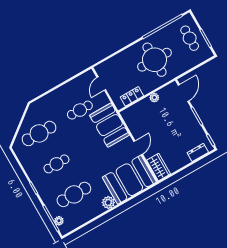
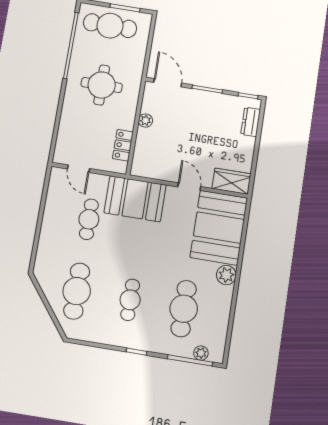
cafe table: (190, 38) -> (110, 26), width x1.37, depth x1.35
round table: (154, 60) -> (102, 85), width x0.73, depth x0.73

